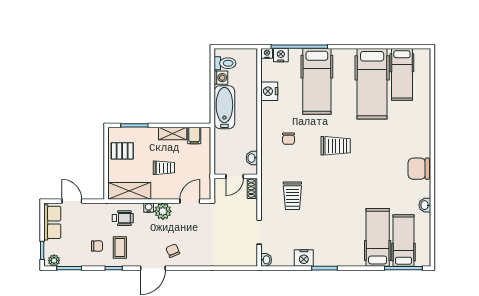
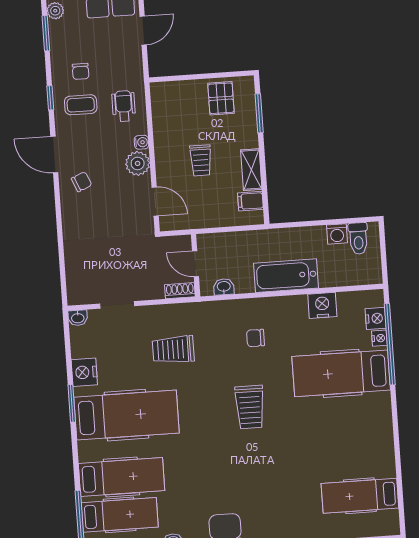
nightstand: (267, 53) -> (379, 338), moved
hospital bed: (372, 84) -> (126, 415), moved, turned 180
bathtub: (224, 107) -> (286, 276), moved, turned 180
shelving: (129, 191) -> (164, 113), removed
wheelchair: (123, 218) -> (124, 106), turned 180

